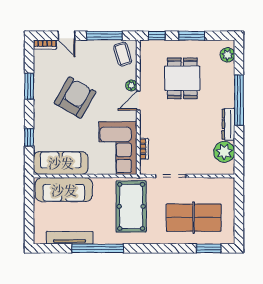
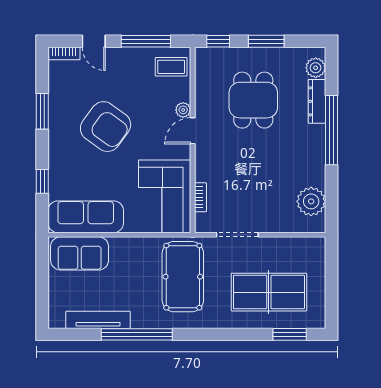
coffee table: (123, 54) -> (171, 67), turned -73
armchair: (75, 98) -> (106, 127), turned 96
dresser: (228, 124) -> (317, 101), moved
sofa: (64, 190) -> (80, 253), width x0.73

